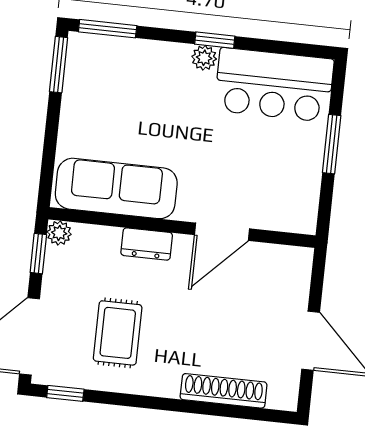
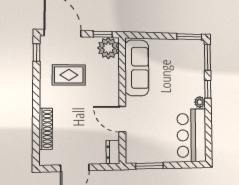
window: (215, 40) -> (208, 89), moved
window: (332, 144) -> (149, 166), moved
plant: (59, 233) -> (108, 48), width x1.88, depth x1.88
dresser: (147, 244) -> (113, 152), moved

